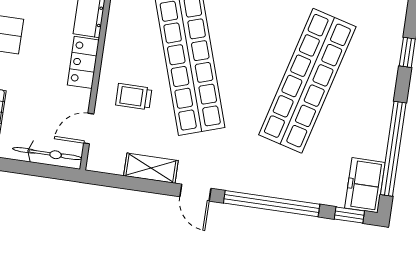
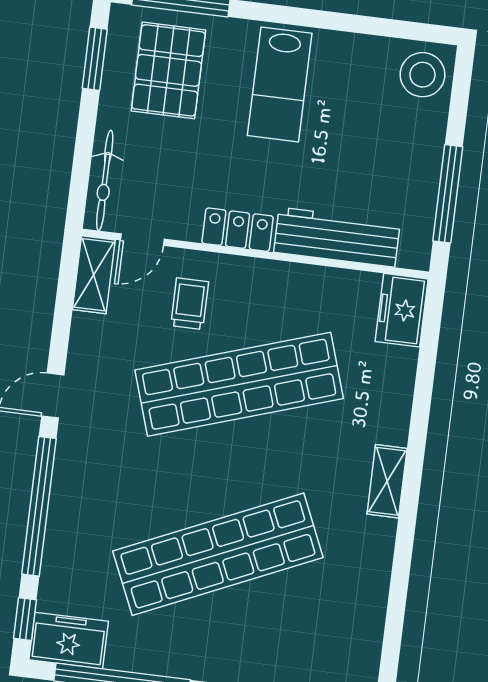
shop shelf: (307, 81) -> (218, 554), turned -39
door: (89, 128) -> (142, 240), swing flipped
shelving: (151, 168) -> (94, 275), moved

